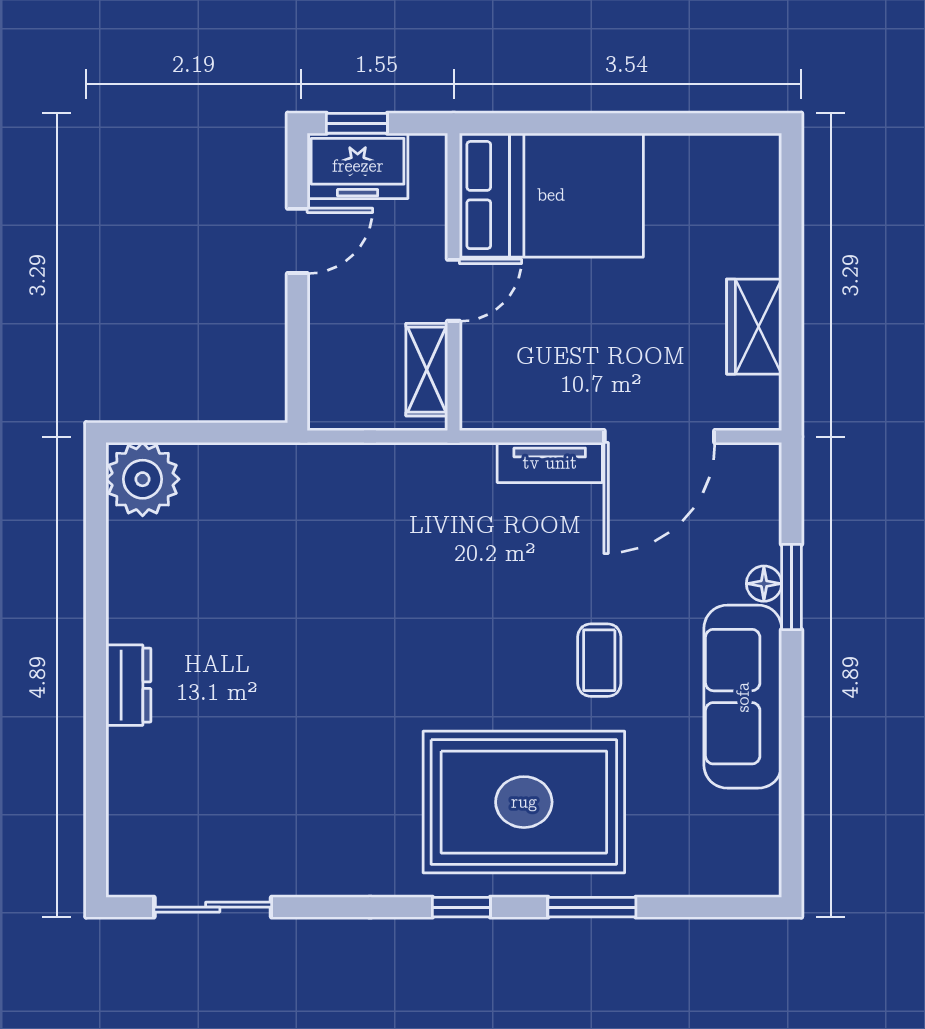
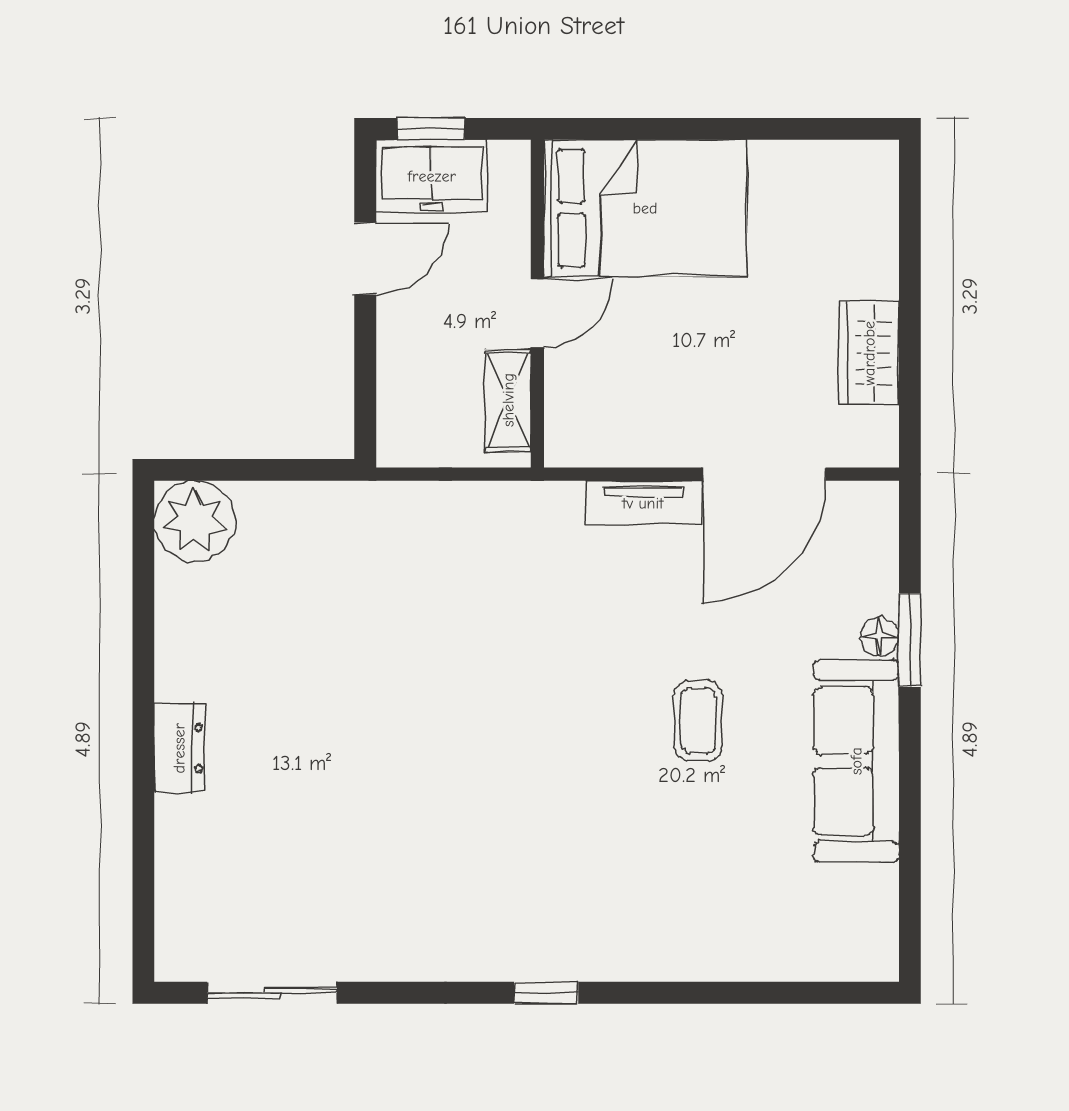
rug: (524, 802) -> (615, 877), removed
window: (592, 907) -> (690, 993), removed

